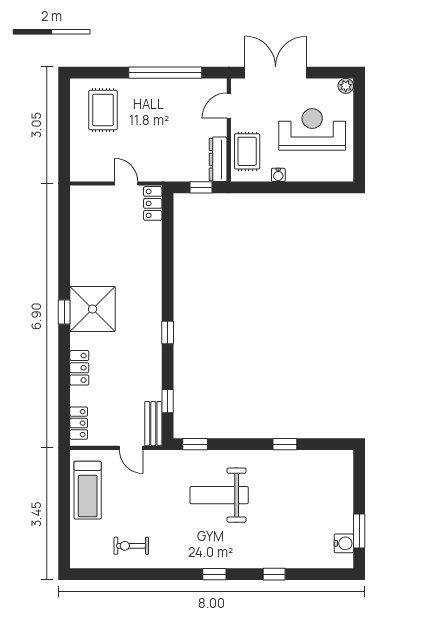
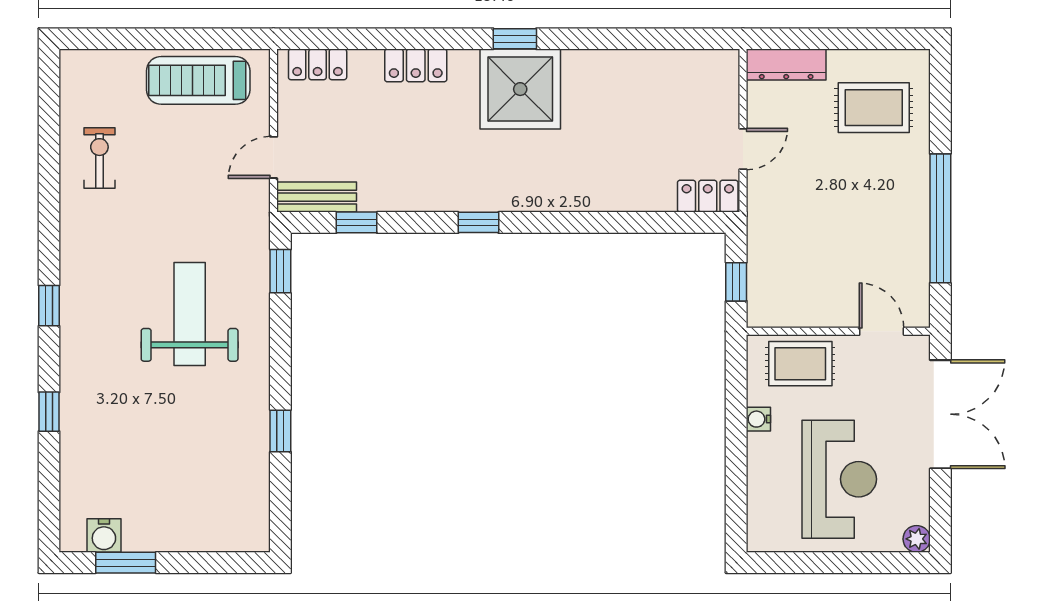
dresser: (218, 159) -> (786, 65), moved, turned 180

